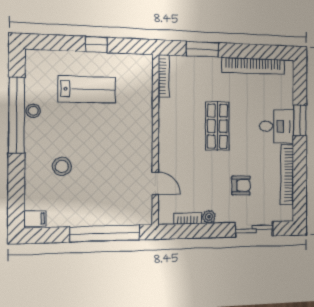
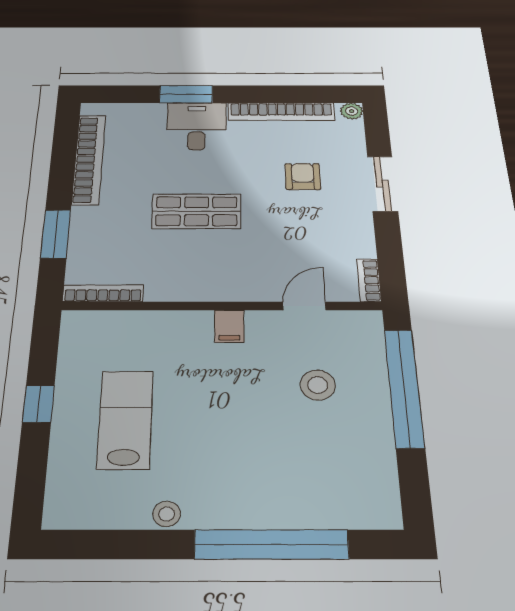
window: (17, 115) -> (271, 544), moved
stool: (62, 166) -> (318, 385), moved
plant: (209, 217) -> (352, 111), moved
bookcase: (188, 218) -> (369, 280), moved
filing cabinet: (35, 219) -> (229, 326), moved, turned 180
sliding door: (254, 229) -> (382, 184), moved

